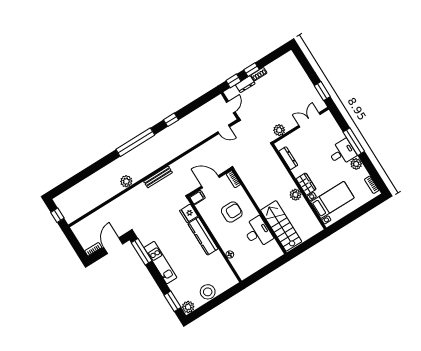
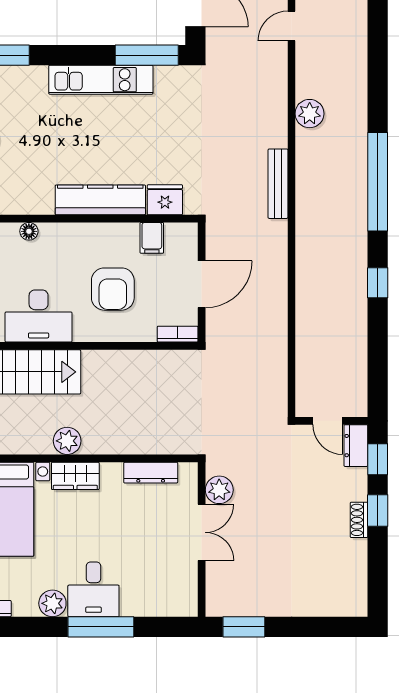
dresser: (245, 84) -> (356, 446), moved
double door: (309, 120) -> (202, 532), moved
door: (224, 129) -> (292, 26), moved
filing cabinet: (197, 197) -> (152, 238), moved

